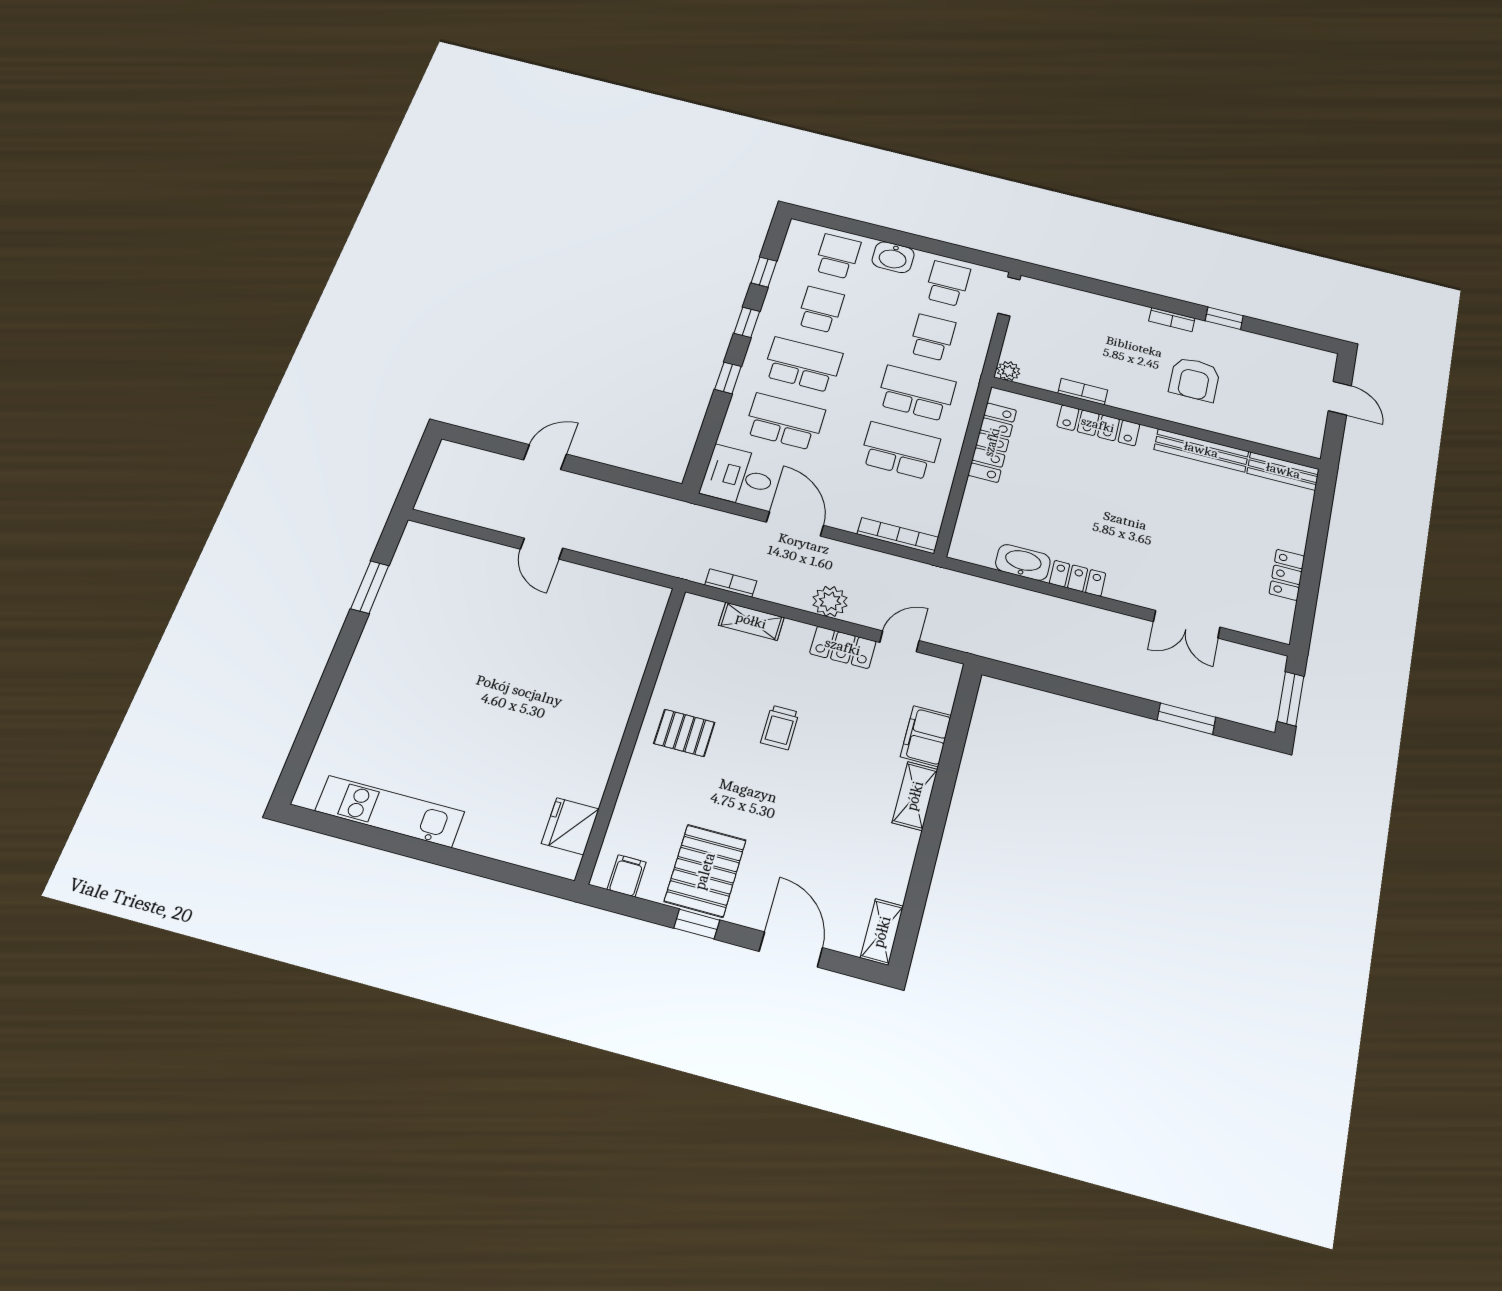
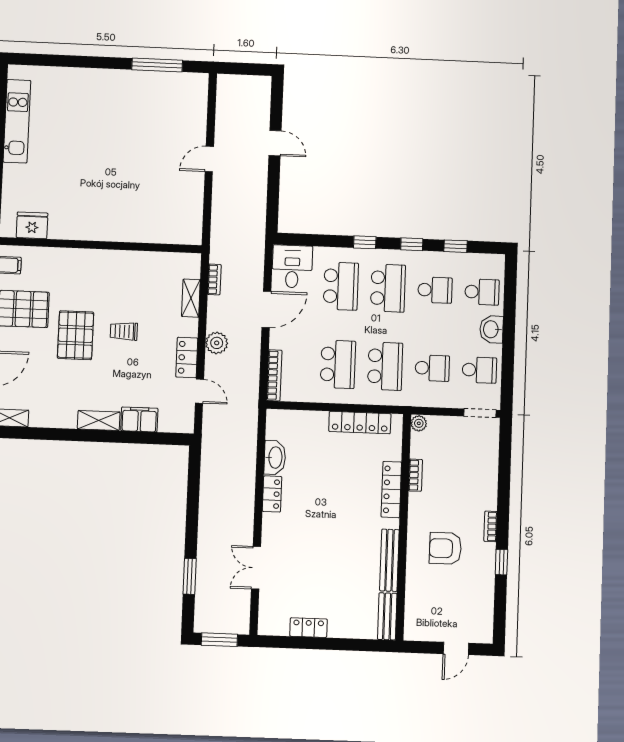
window: (370, 587) -> (157, 65), width x1.44
pallet: (684, 733) -> (76, 335), moved, width x1.50, depth x1.42

